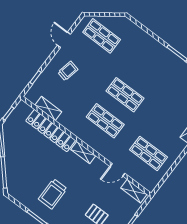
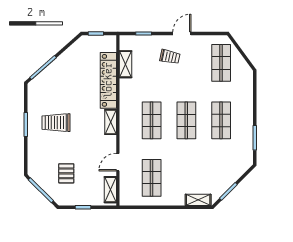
door: (64, 40) -> (182, 33), moved
shop shelf: (145, 69) -> (221, 120), added
door: (117, 170) -> (118, 162), hinge flipped

